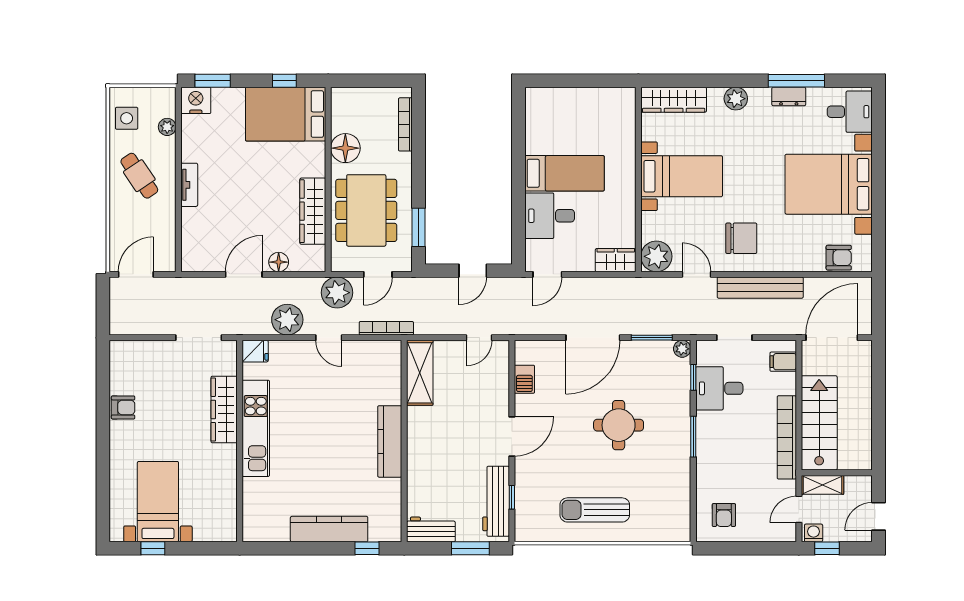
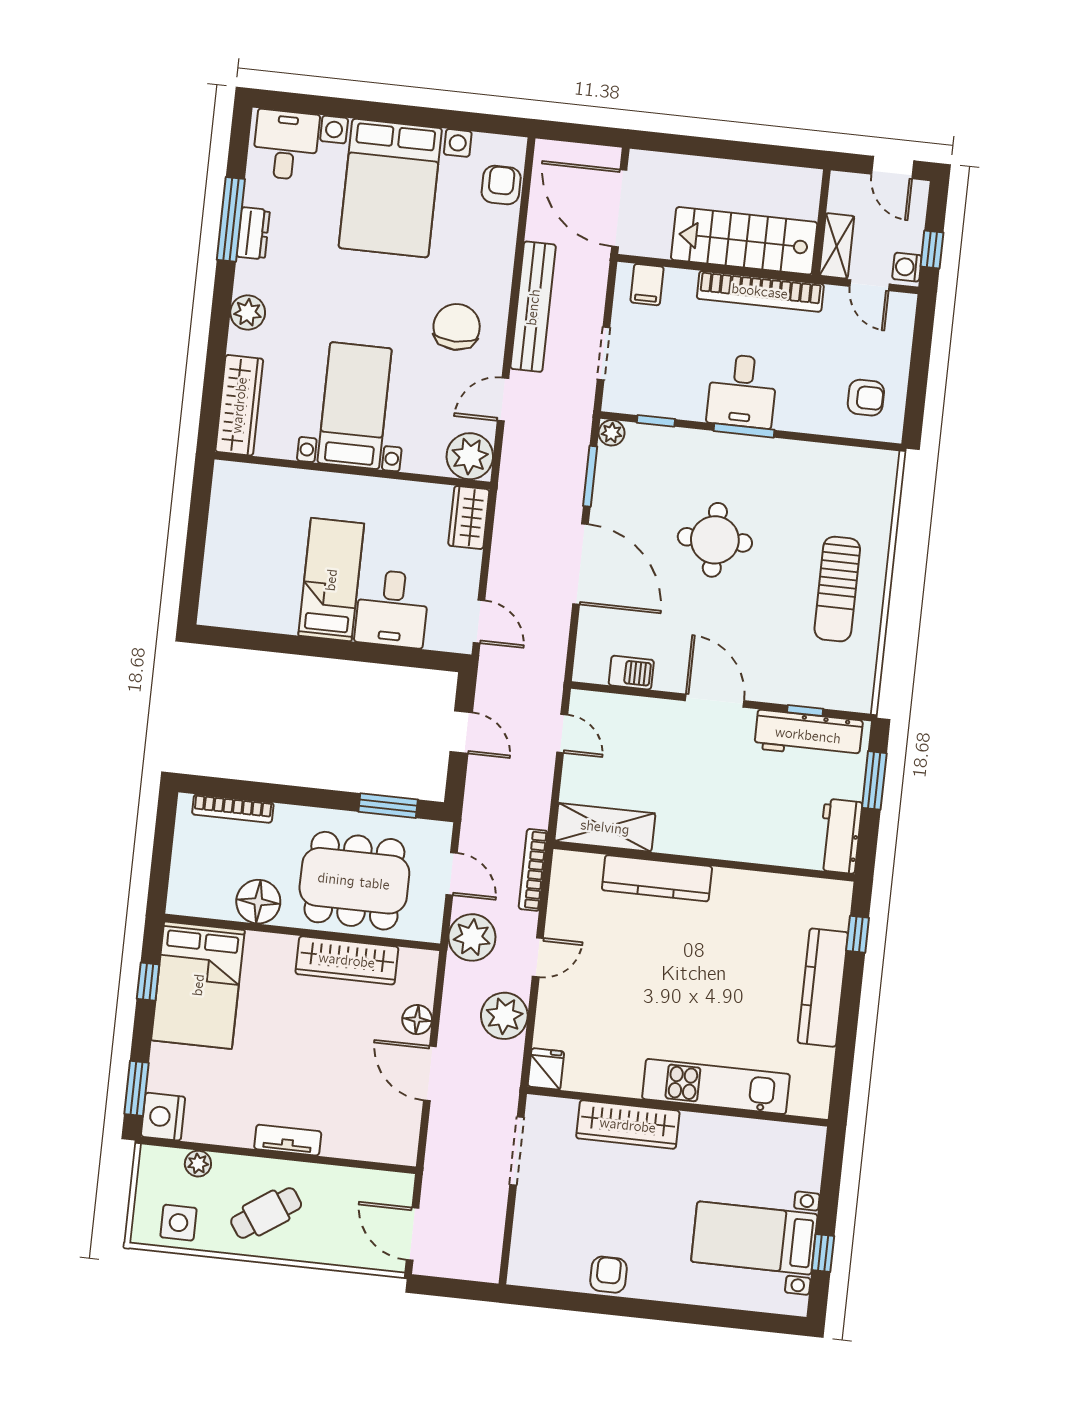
desk: (719, 388) -> (742, 391), moved
kitchen unit: (256, 428) -> (716, 1086), moved
kitchen counter: (390, 441) -> (657, 878), moved

